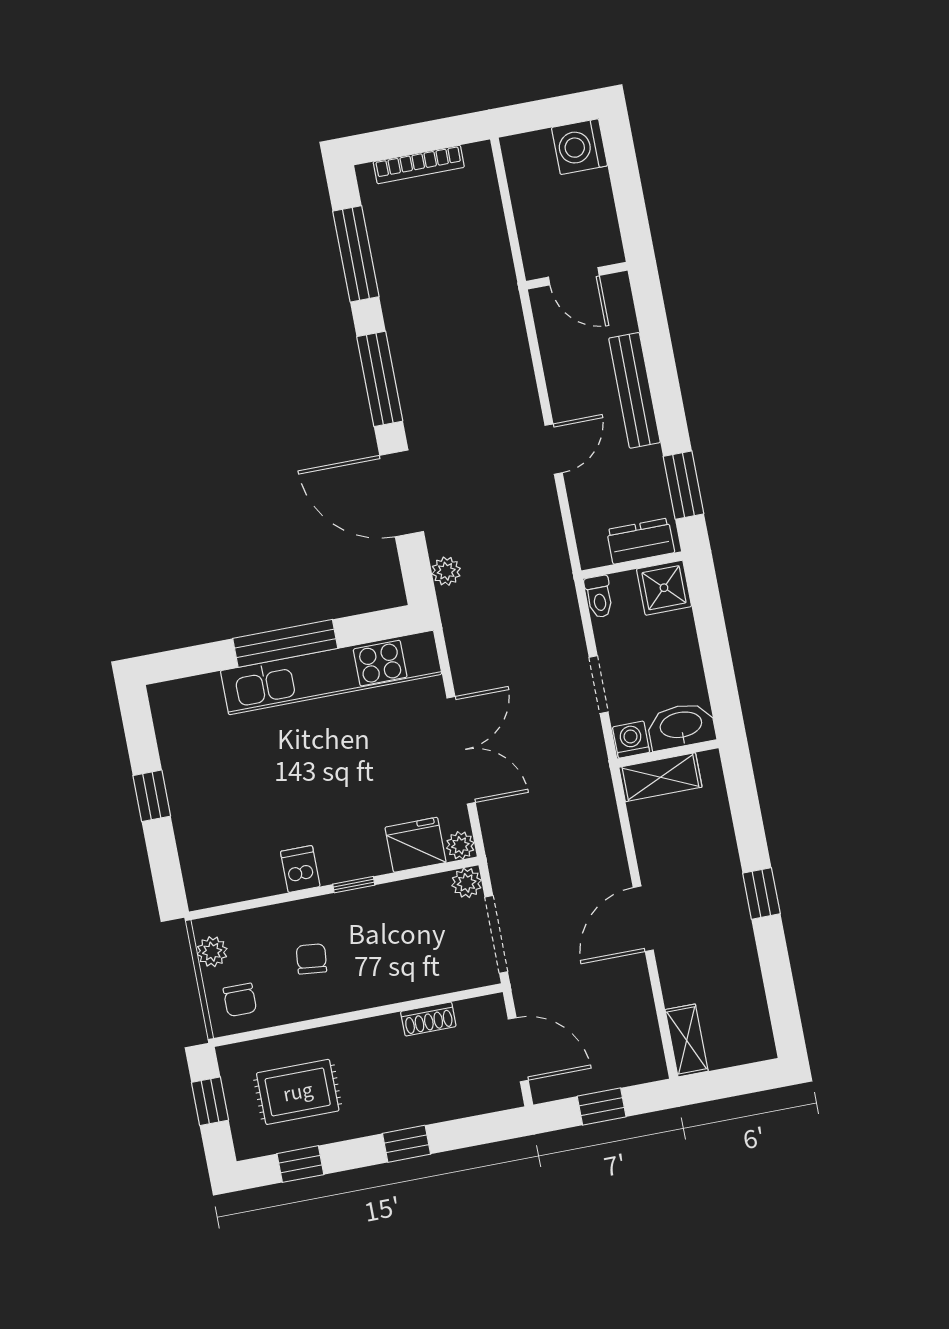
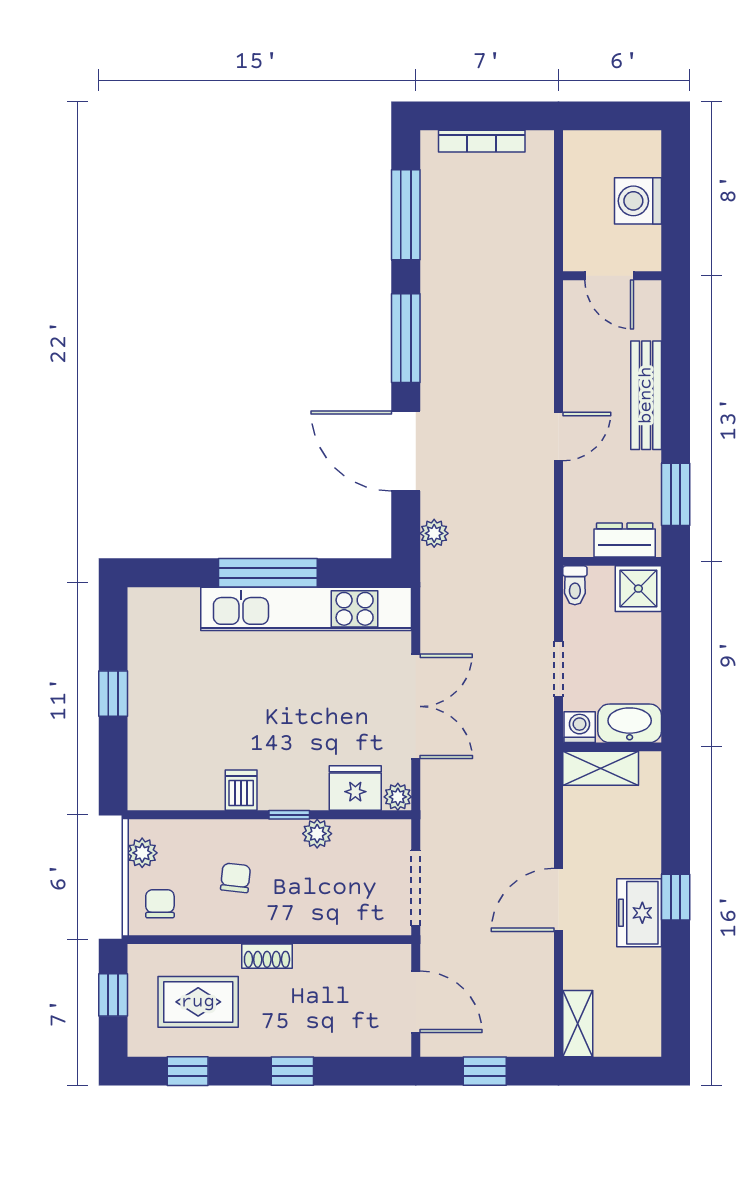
washing machine: (579, 147) -> (638, 201), moved
plant: (467, 883) -> (317, 834), moved
freezer: (727, 916) -> (639, 913), added
chair: (240, 1000) -> (160, 904), turned 180
shoe rack: (428, 1019) -> (267, 956), moved

